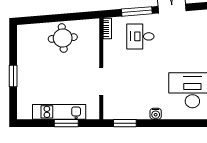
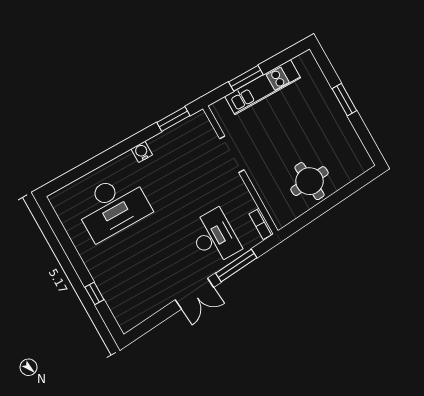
desk: (140, 36) -> (214, 237), width x1.37

